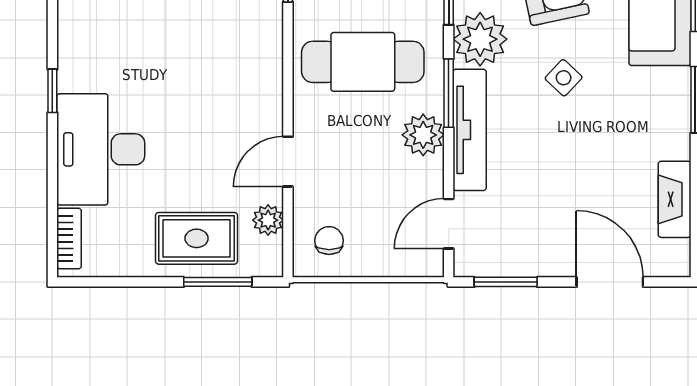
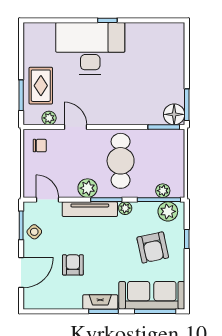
plant: (480, 39) -> (125, 208), width x0.53, depth x0.53
side table: (564, 78) -> (34, 232), moved
desk: (101, 149) -> (90, 48), width x1.36, depth x1.30
armchair: (593, 167) -> (73, 265), added
fireplace: (675, 199) -> (100, 302), moved
bookcase: (69, 239) -> (41, 28), removed

